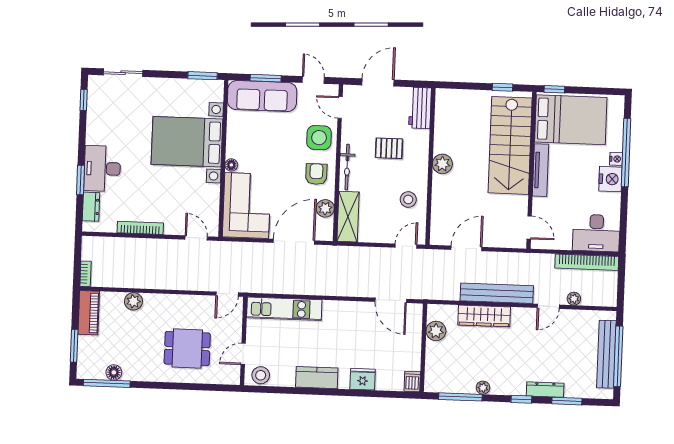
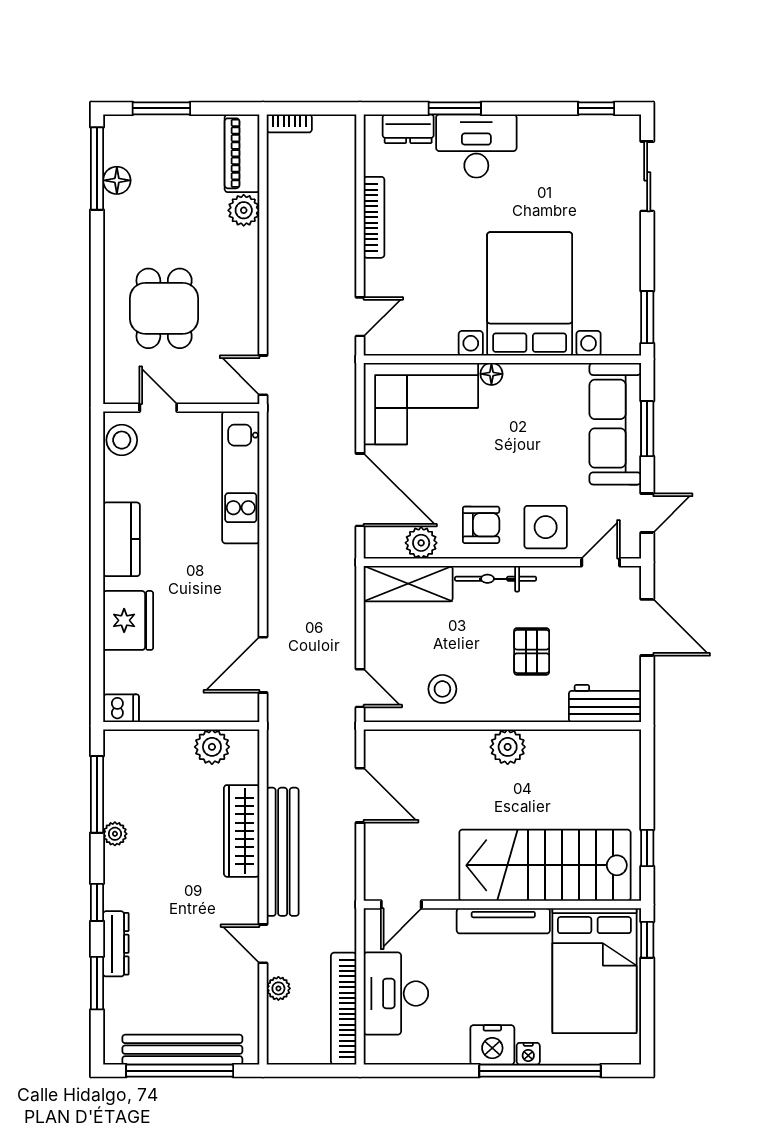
desk: (596, 233) -> (396, 993), moved
piano: (89, 313) -> (242, 153), moved, turned 90
fridge: (363, 379) -> (128, 620), width x1.36, depth x1.34

